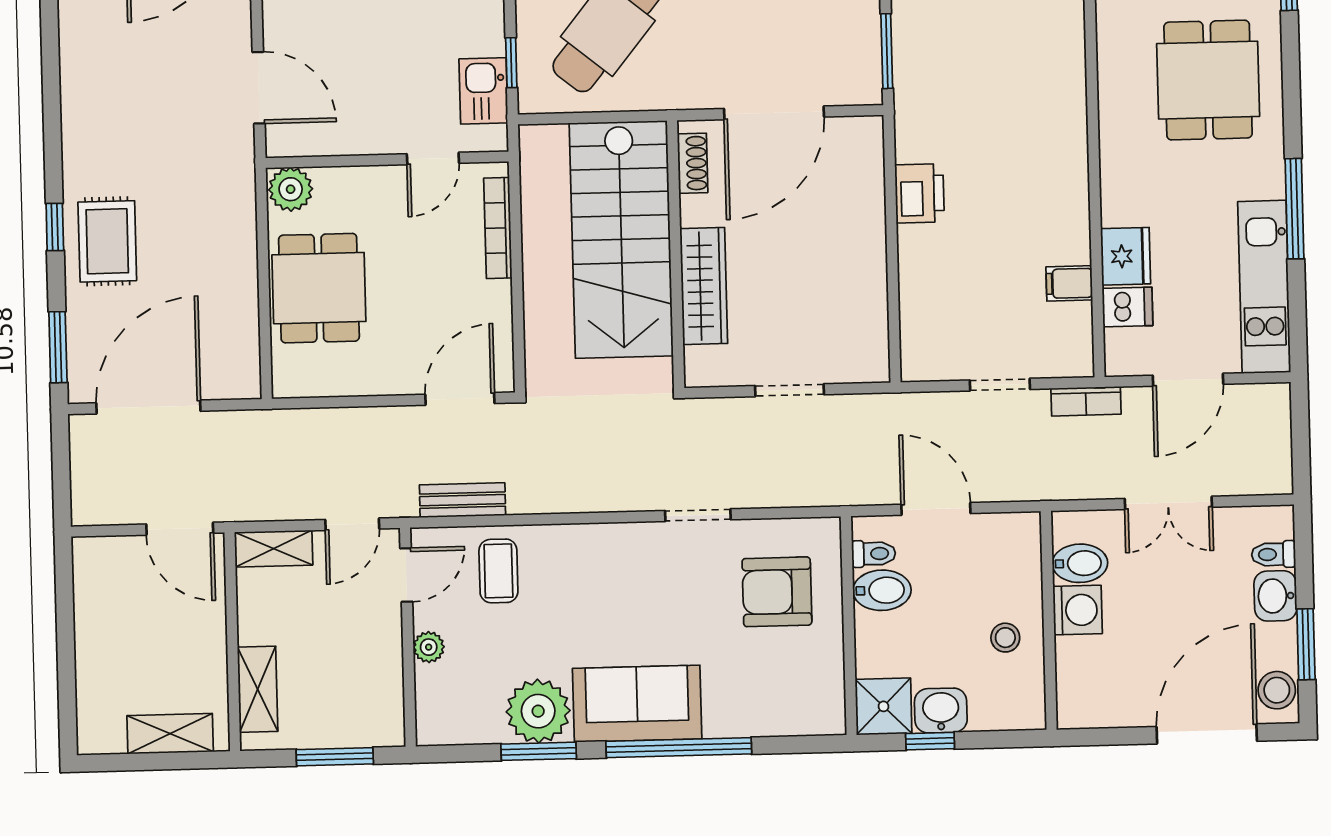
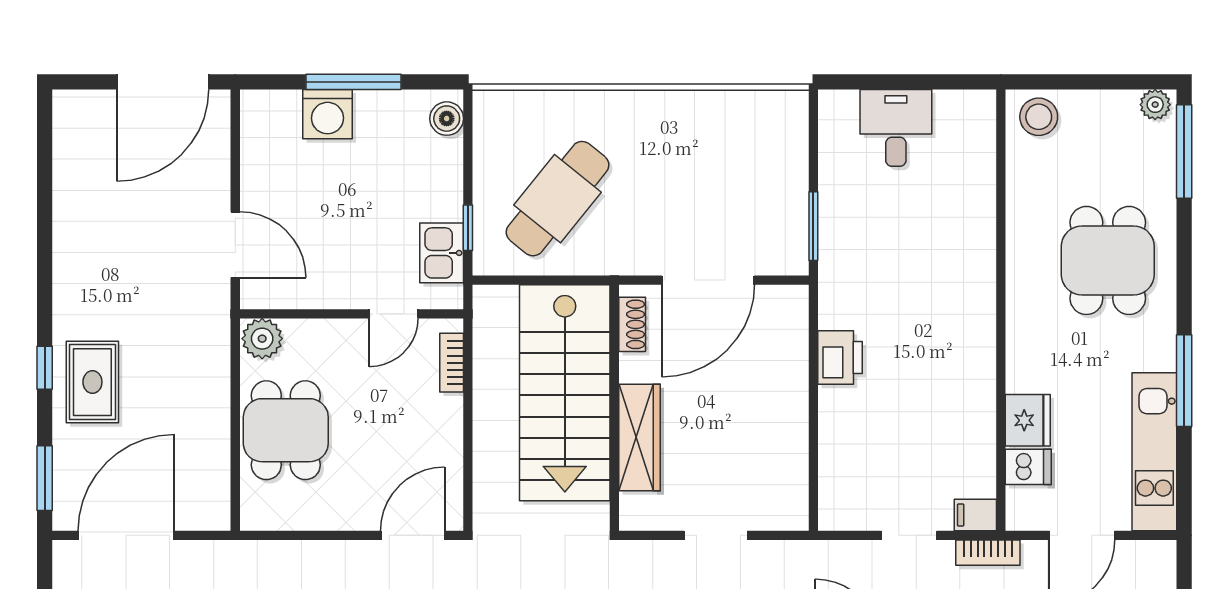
bookcase: (498, 228) -> (452, 363), width x0.64
filing cabinet: (1069, 283) -> (975, 515), moved

